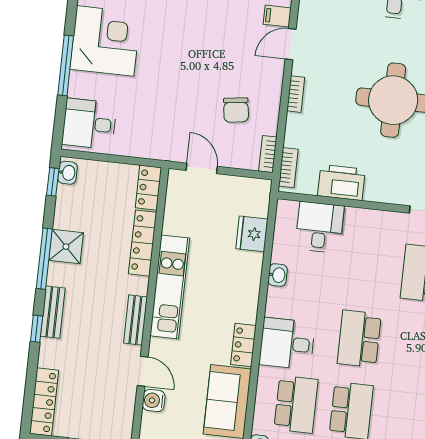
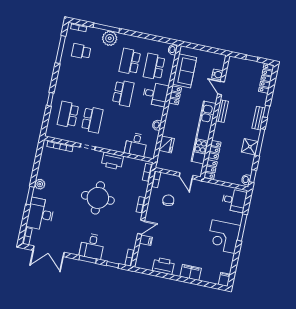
printer: (341, 182) -> (112, 161), moved
locker: (143, 243) -> (215, 150), width x0.66
kitchen unit: (170, 287) -> (204, 132), width x1.36

